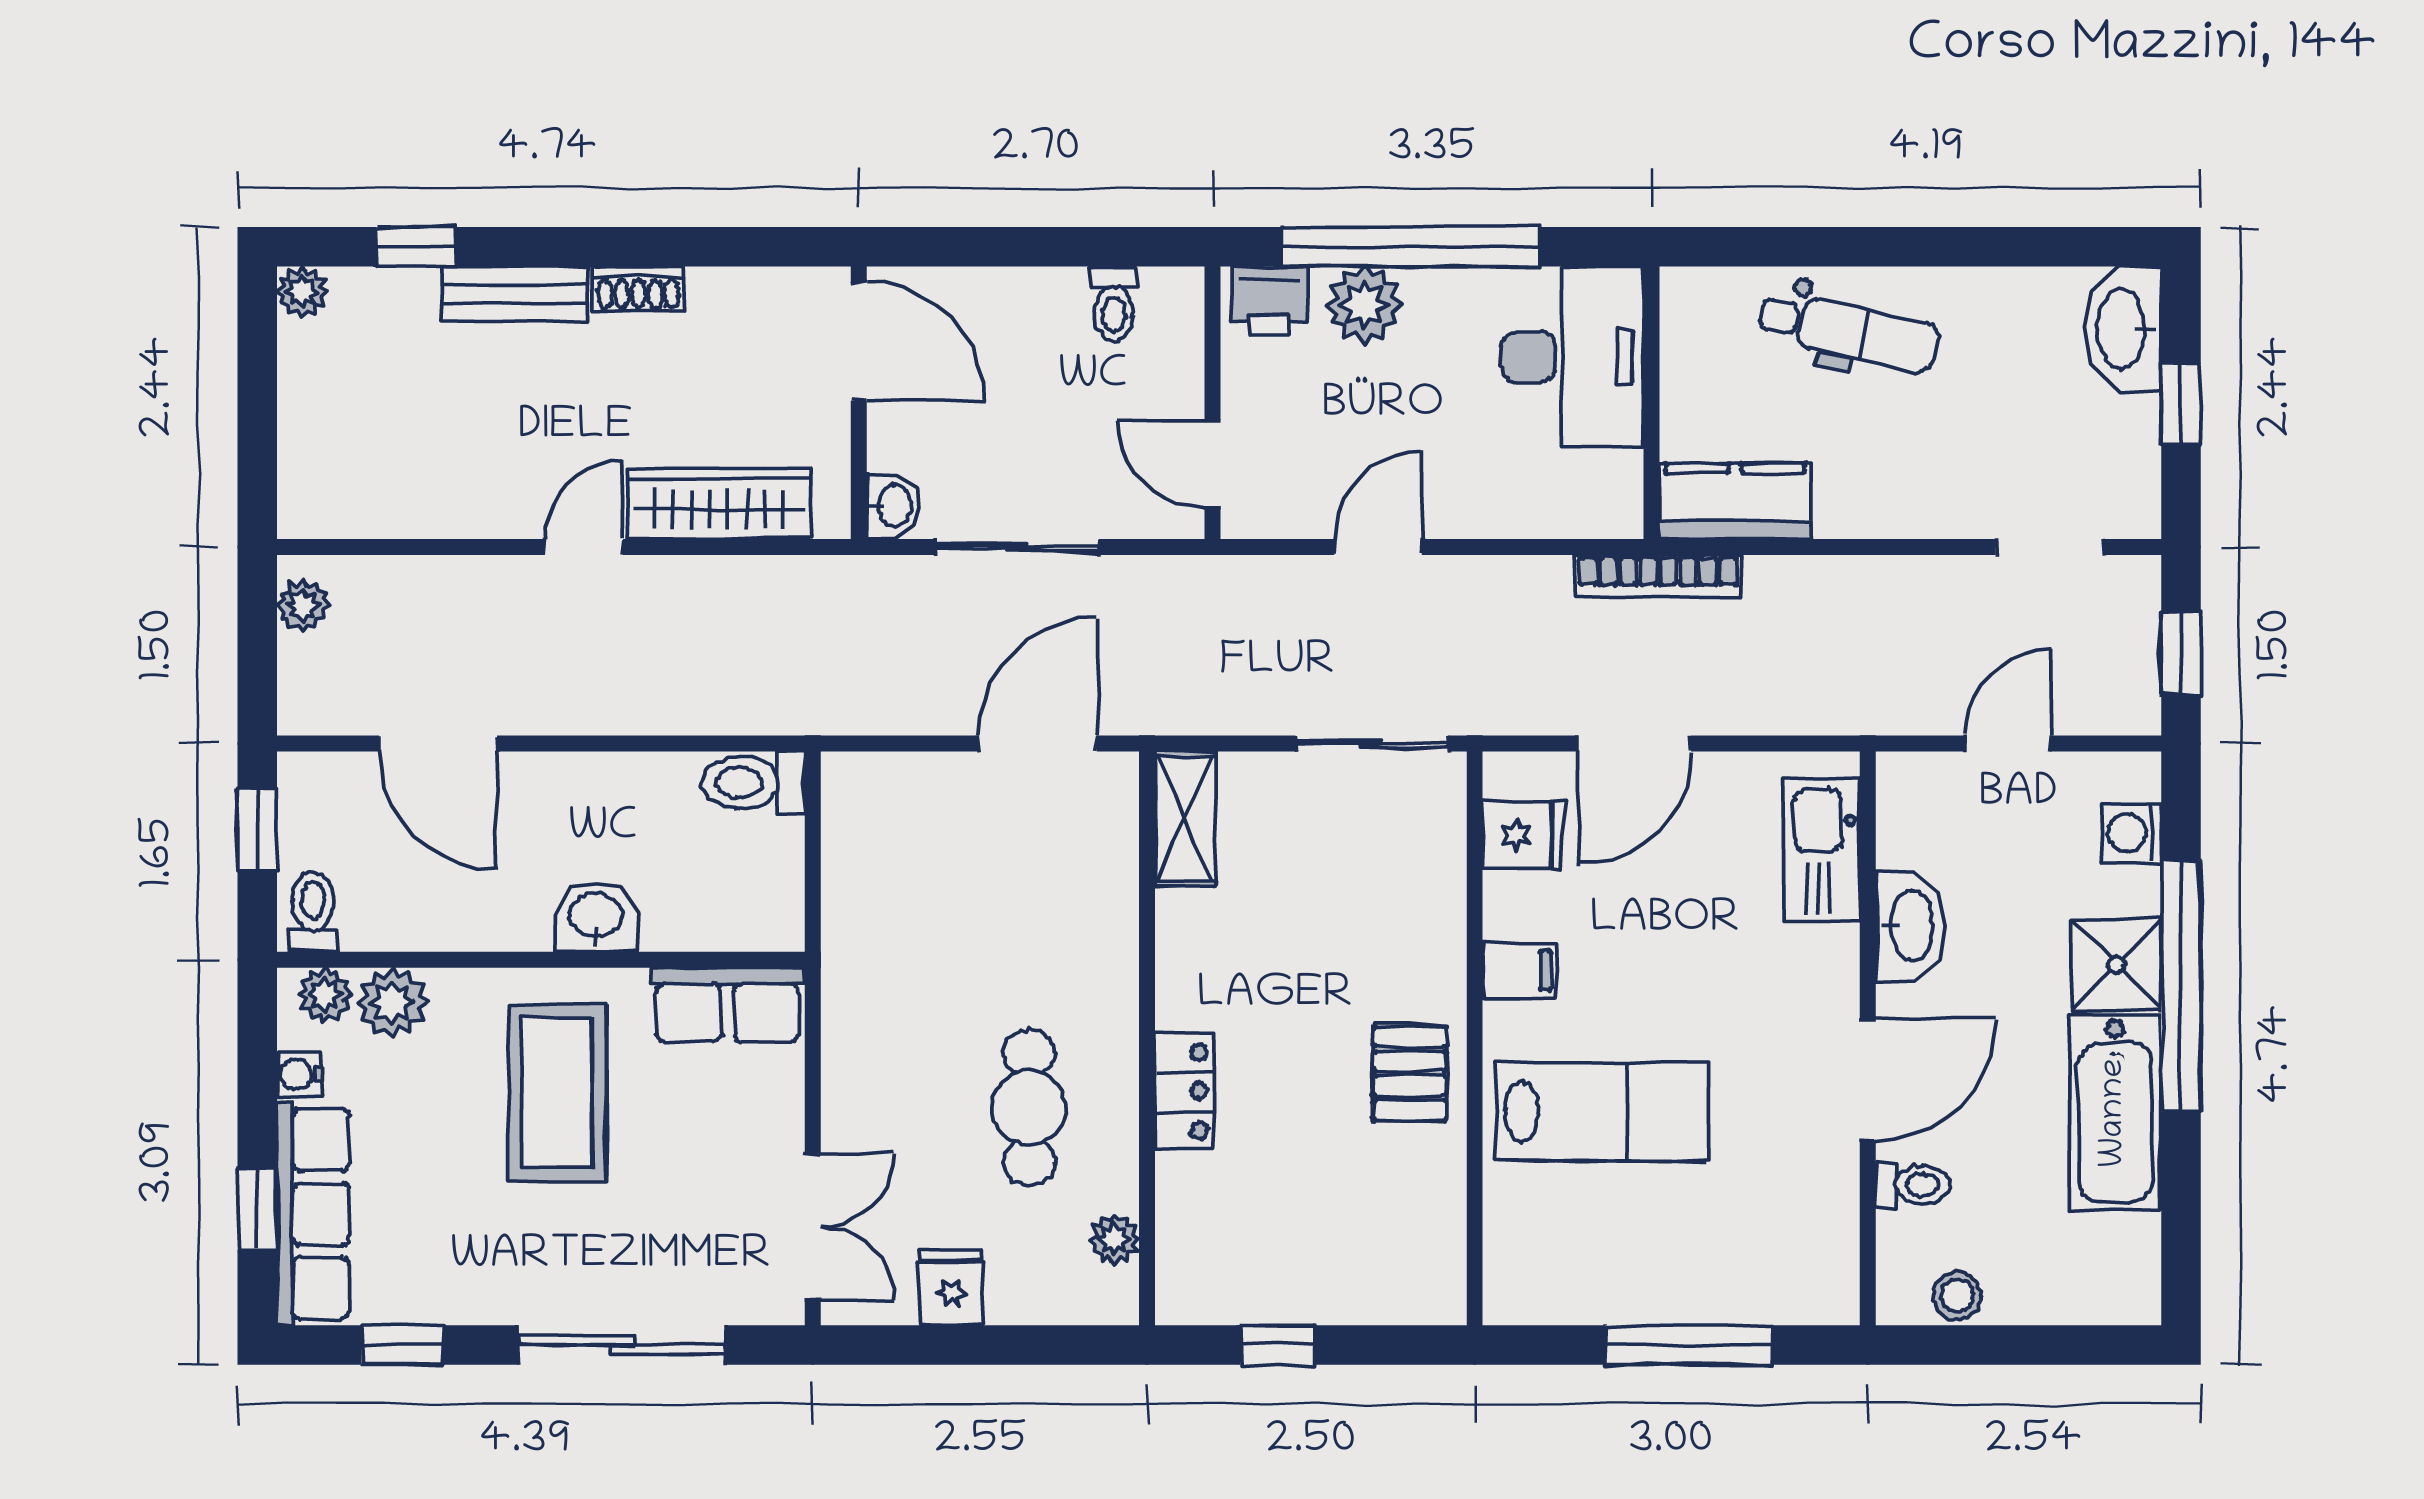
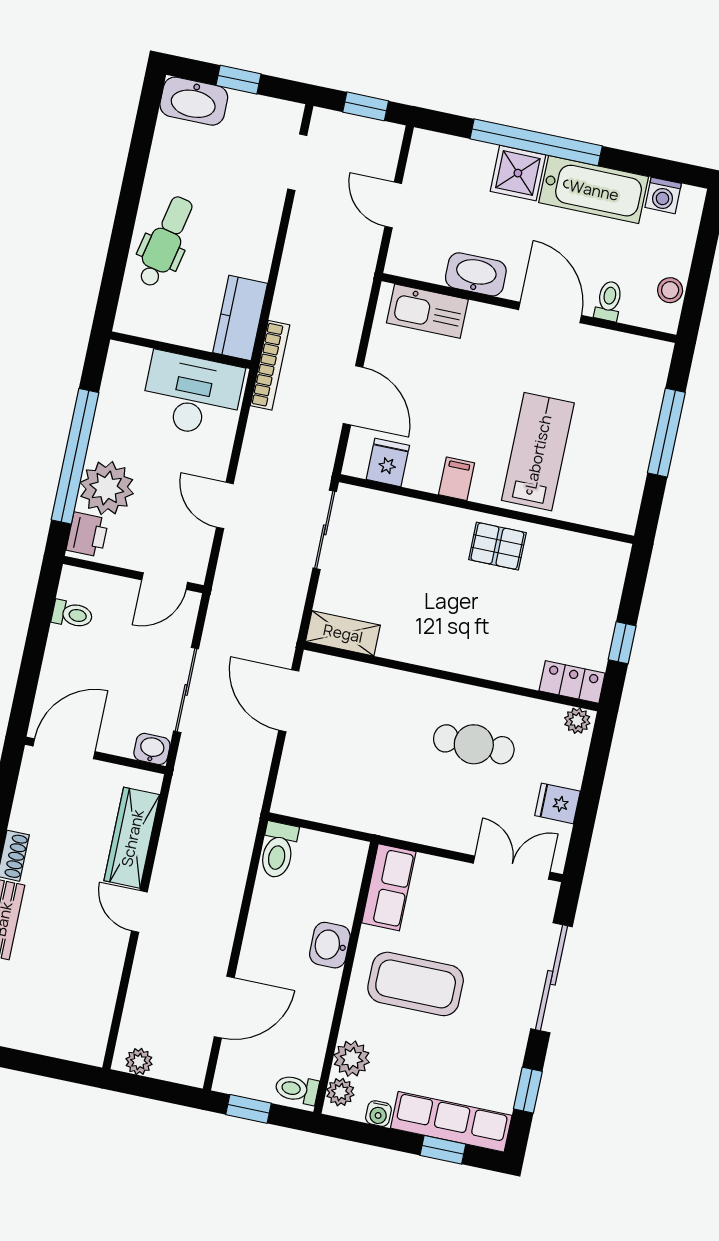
plant: (1364, 305) -> (107, 488), width x1.36, depth x1.36
desk: (1573, 357) -> (192, 395), moved
washing machine: (2132, 833) -> (663, 195), moved
locker: (1184, 1091) -> (572, 682), moved
plant: (1114, 1239) -> (577, 721), moved

